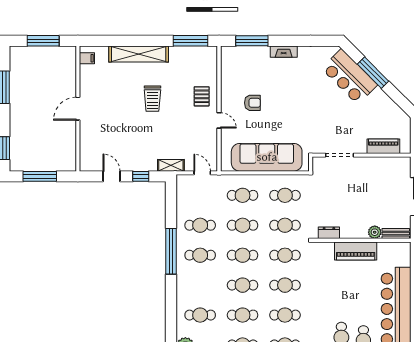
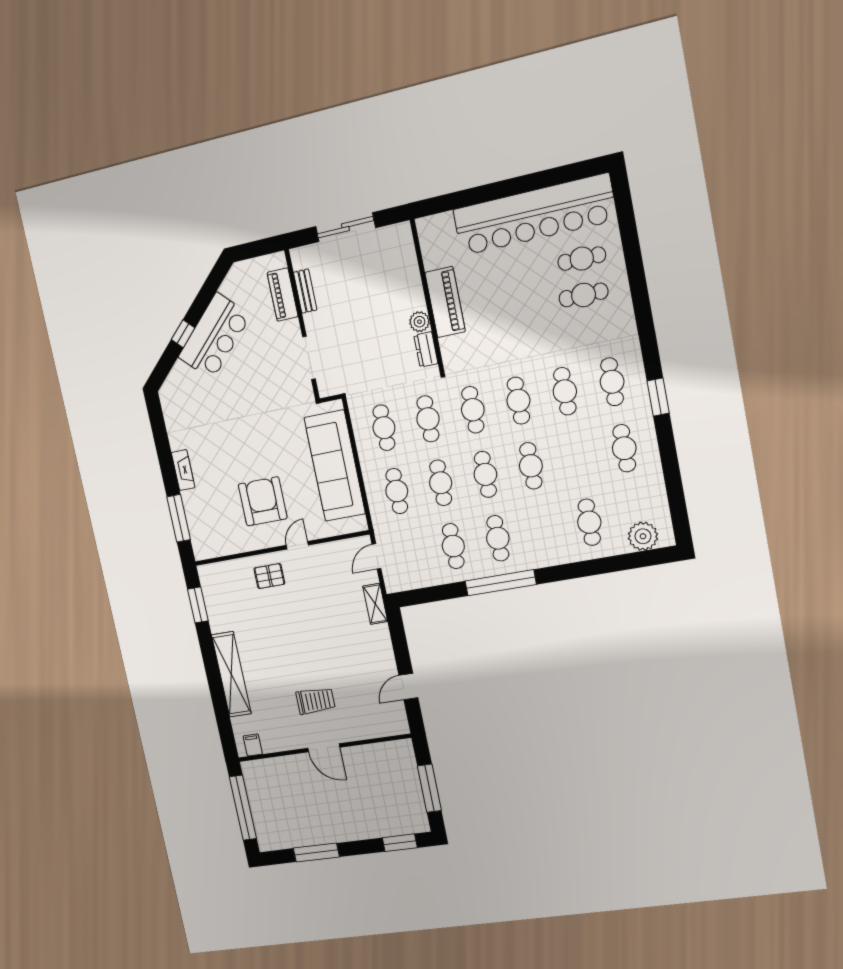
window: (43, 41) -> (243, 808), width x1.46
window: (190, 41) -> (198, 605), width x0.69
window: (373, 73) -> (183, 334), width x0.46
bar counter: (349, 77) -> (214, 336), moved
trolley: (152, 99) -> (316, 701), moved
armchair: (252, 103) -> (263, 501), width x1.88, depth x1.88
window: (141, 176) -> (400, 645), removed
plant: (375, 232) -> (419, 322), moved
bench: (396, 234) -> (305, 291), moved
cafe table: (243, 315) -> (577, 457), removed

